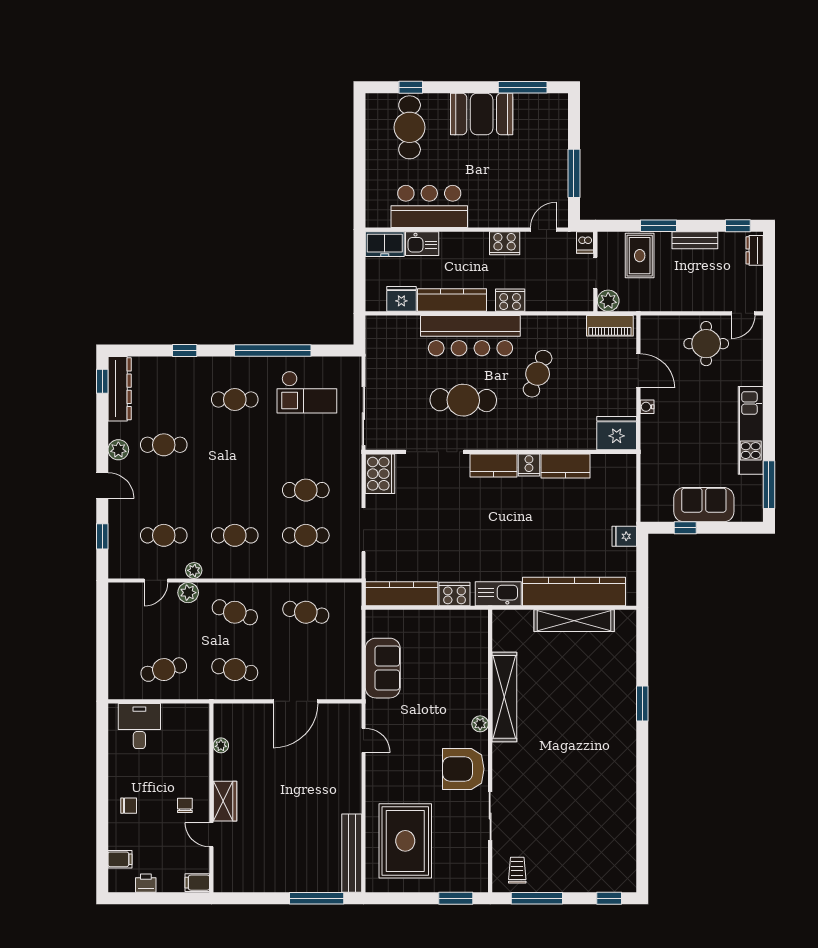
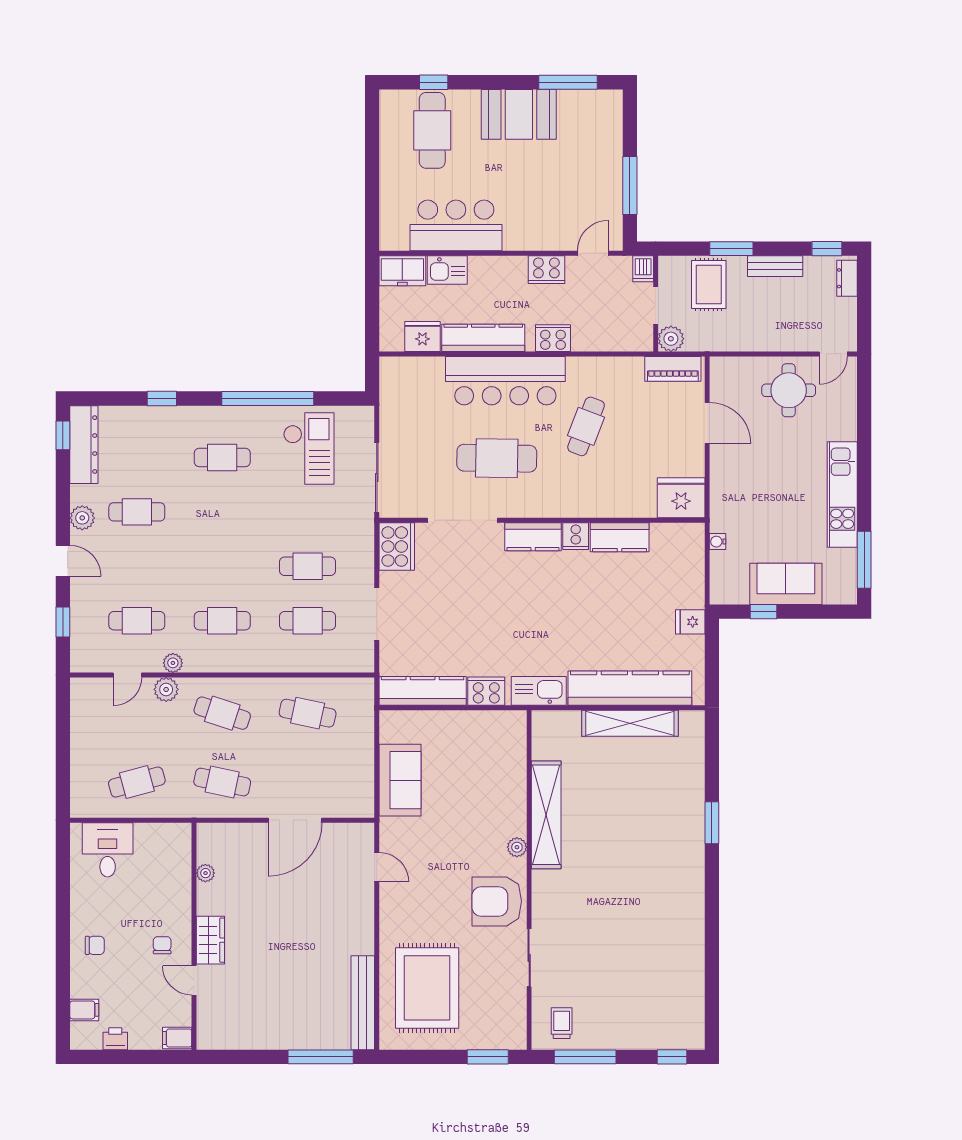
checkout: (307, 392) -> (309, 449), turned -90
water cooler: (647, 407) -> (718, 542), moved

